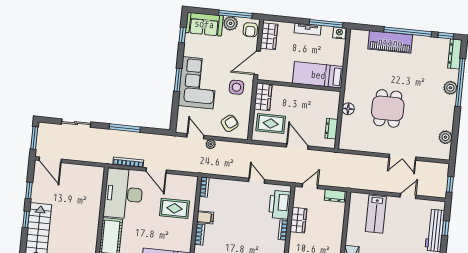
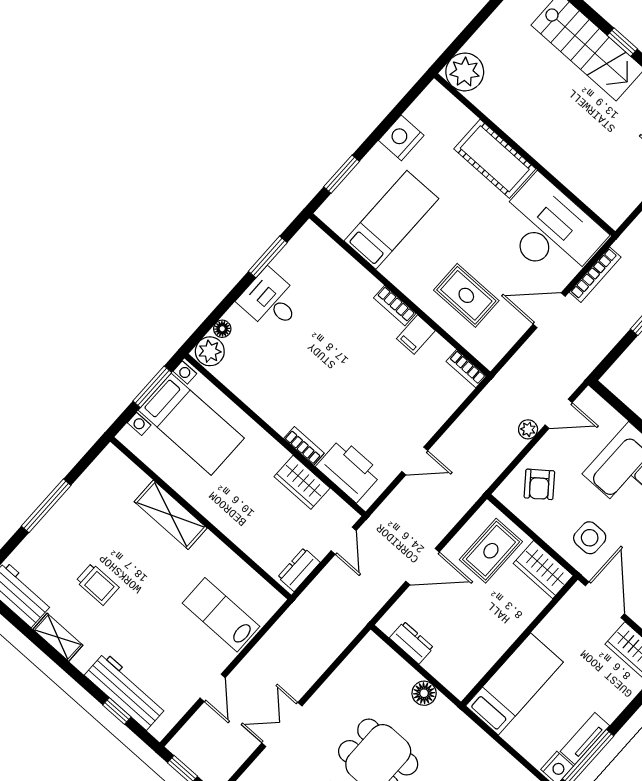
tv unit: (308, 29) -> (585, 738), moved
rug: (174, 208) -> (466, 295), turned 90

